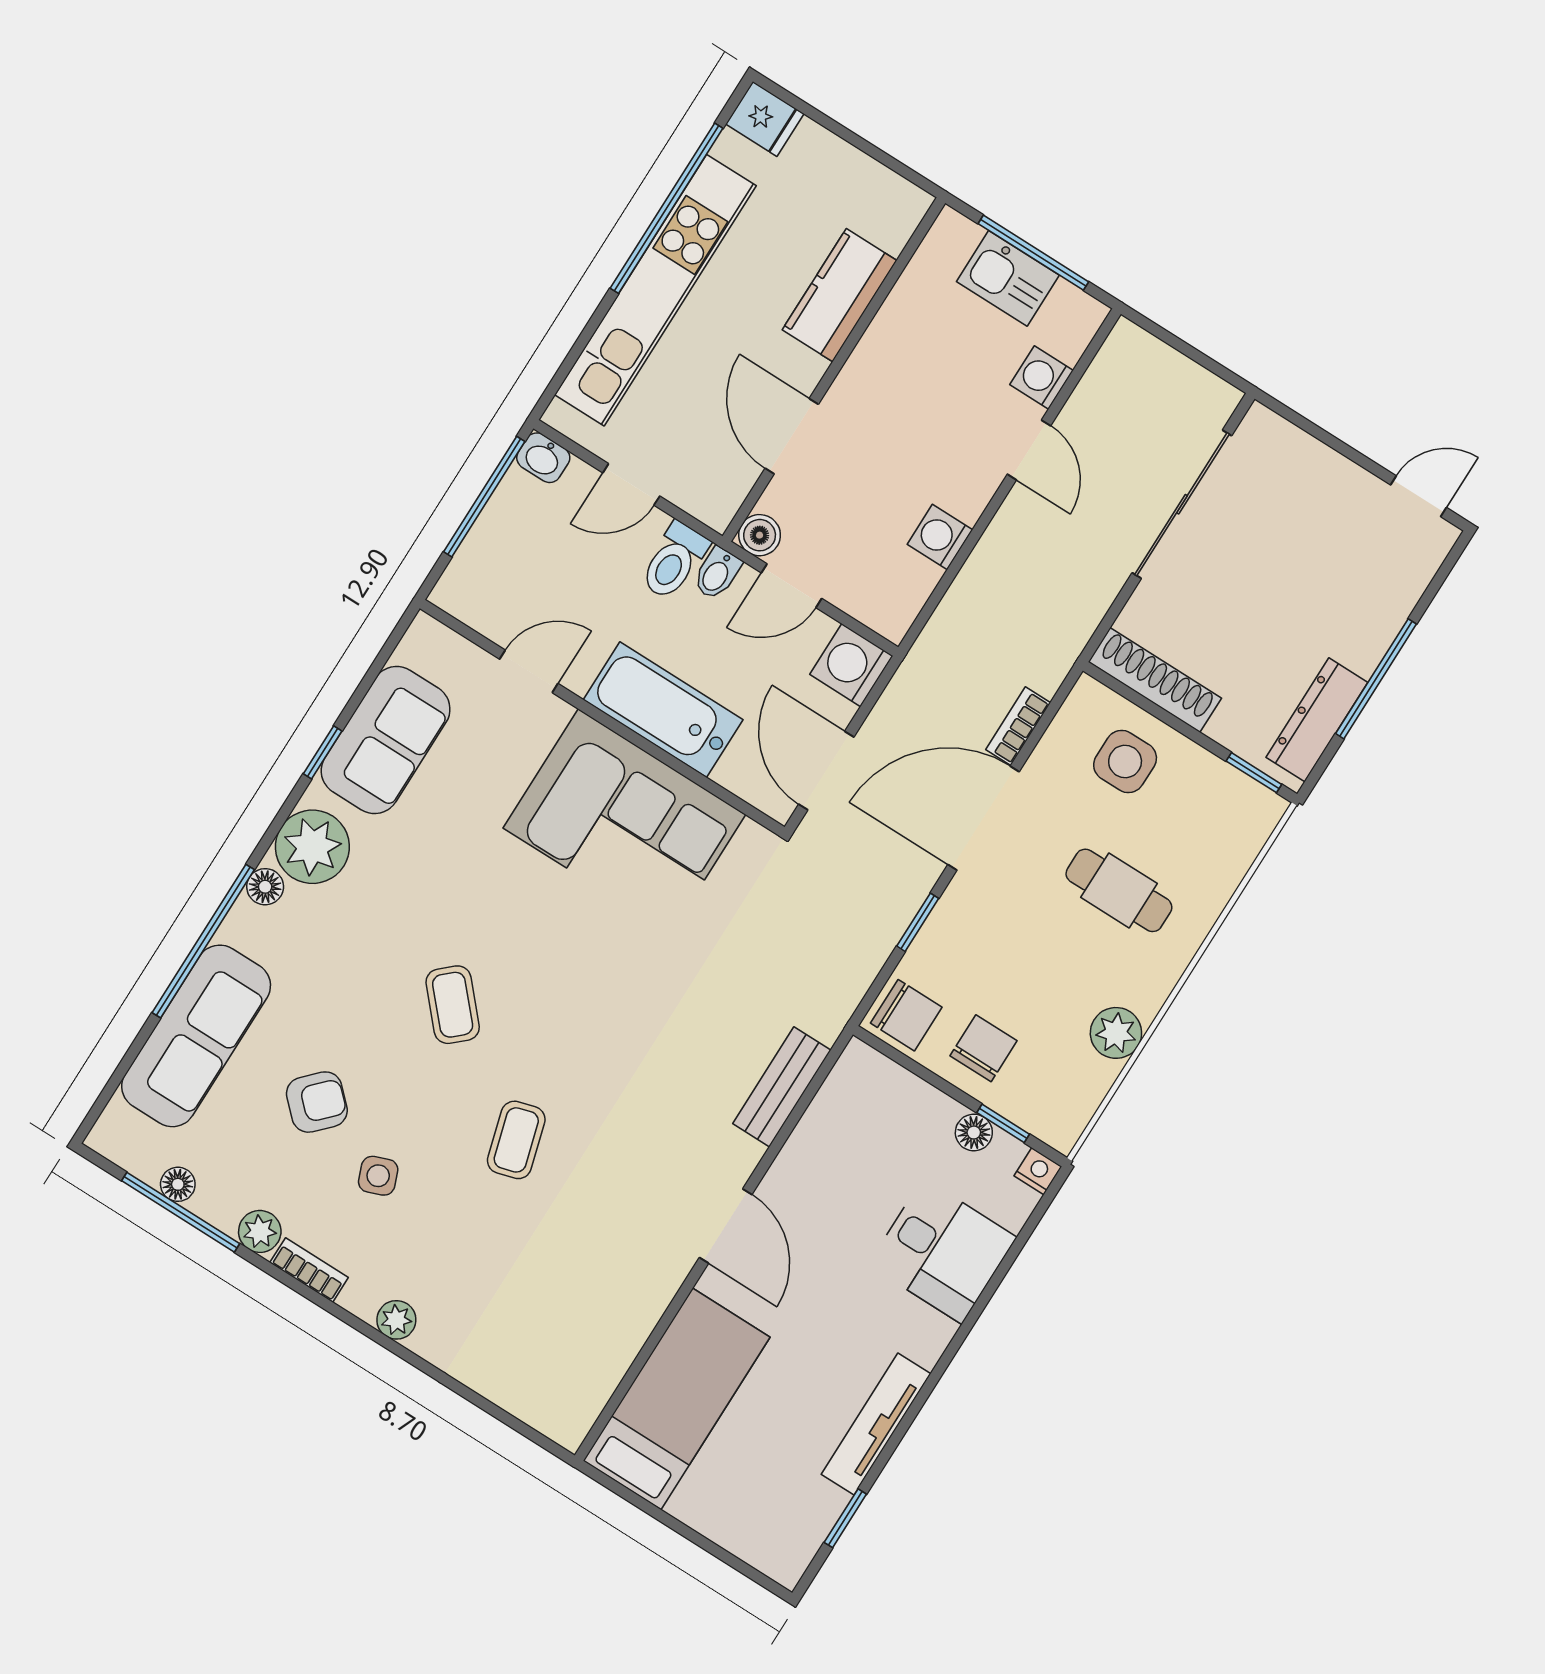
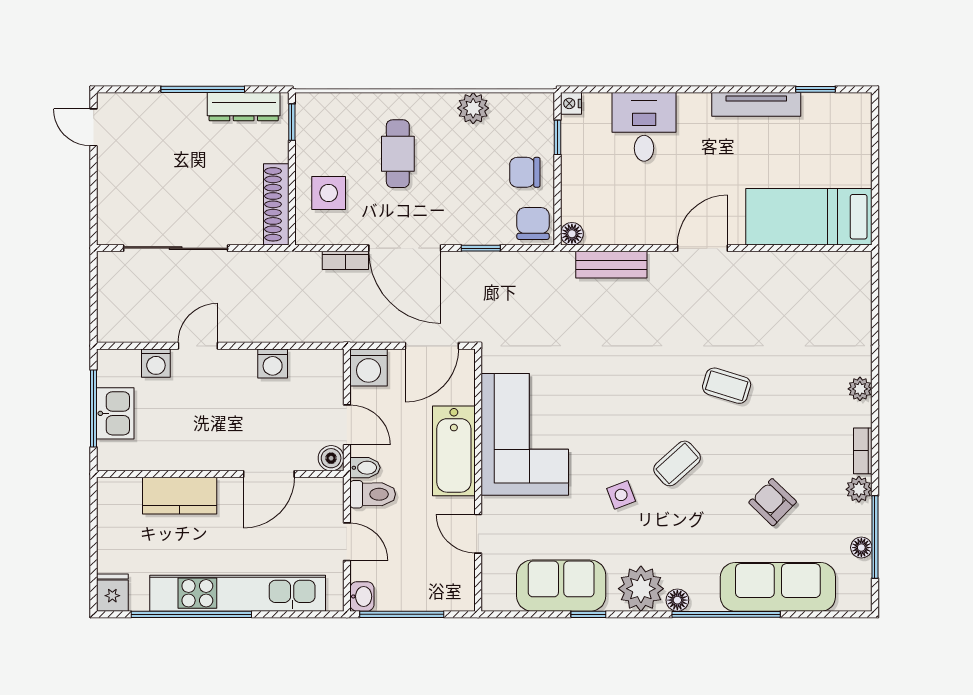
floor lamp: (974, 1132) -> (572, 234), moved
coffee table: (516, 1140) -> (727, 386), turned 33
side table: (378, 1176) -> (621, 495), moved

